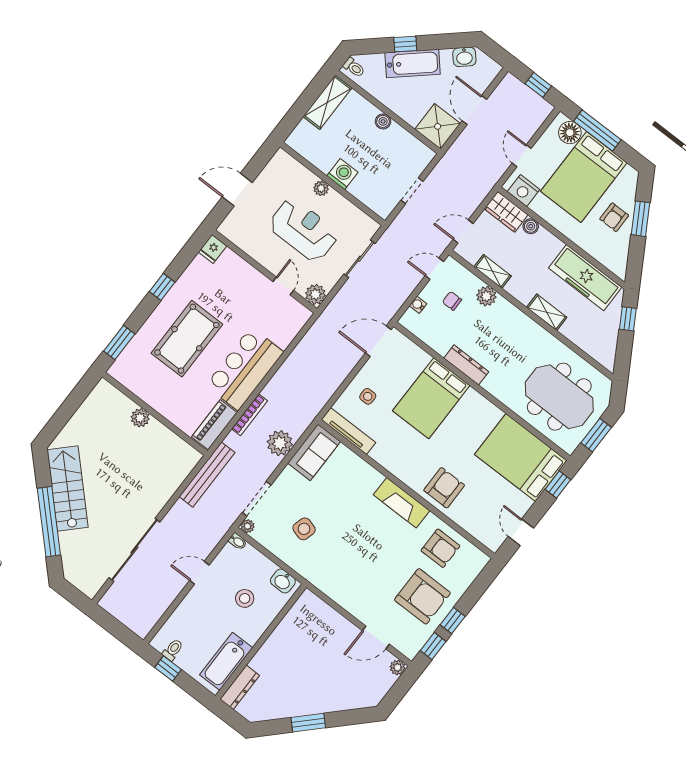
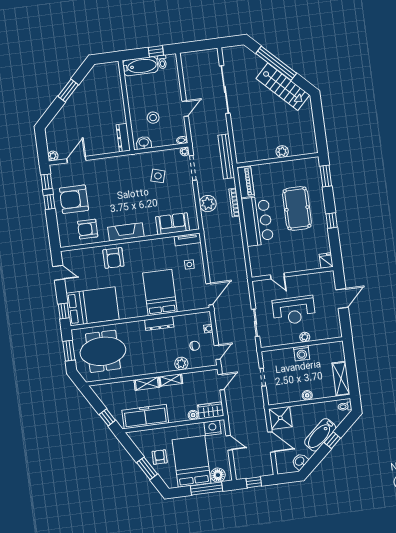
shelving: (493, 271) -> (171, 380), moved
plant: (315, 294) -> (259, 287), removed
tv unit: (348, 431) -> (188, 239), width x0.71
sofa: (314, 452) -> (173, 224), moved, turned 90
bathtub: (226, 661) -> (140, 66), moved, turned 90
dresser: (240, 687) -> (123, 138), moved

